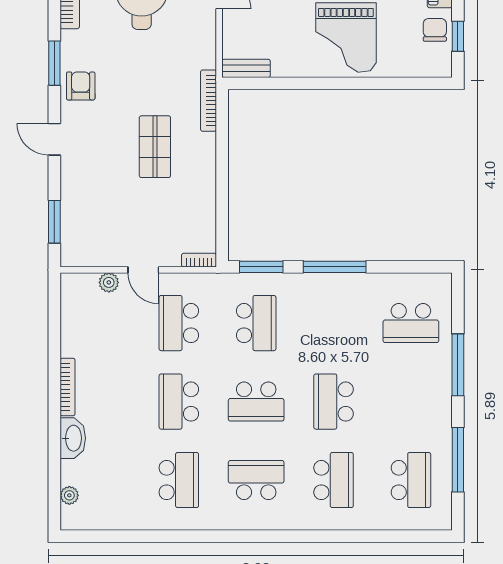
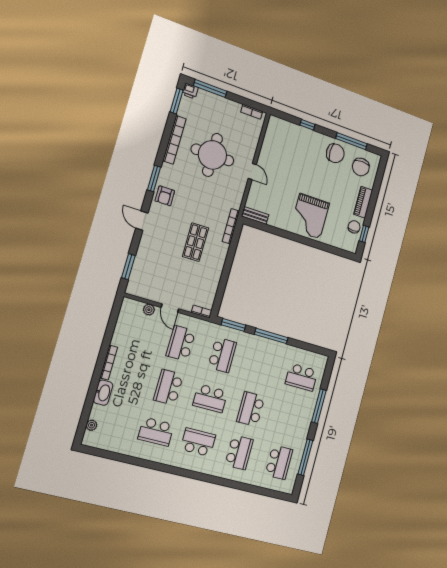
armchair: (81, 86) -> (165, 196), turned 180
school desk: (179, 480) -> (156, 432), turned 90

